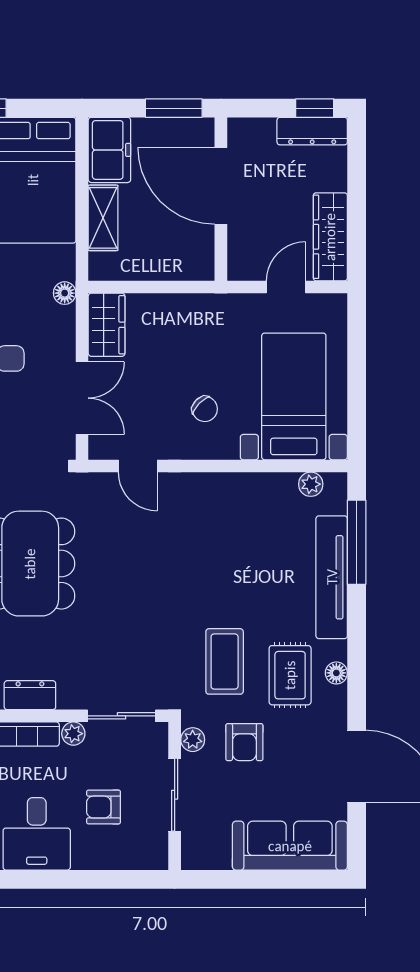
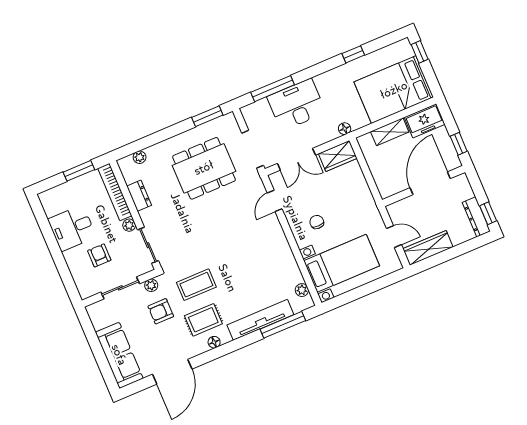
window: (174, 108) -> (459, 144), width x0.67
chair: (205, 409) -> (317, 222), turned 136

